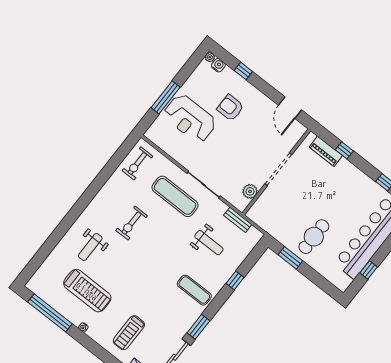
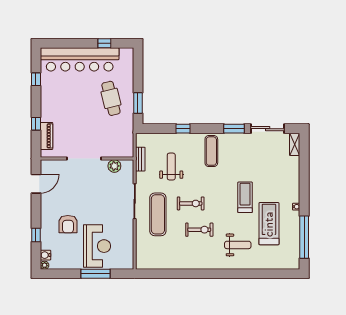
exercise bike: (137, 163) -> (191, 203), moved
cafe table: (314, 237) -> (111, 98), turned 76
treadmill: (129, 333) -> (245, 197), moved, turned -90

